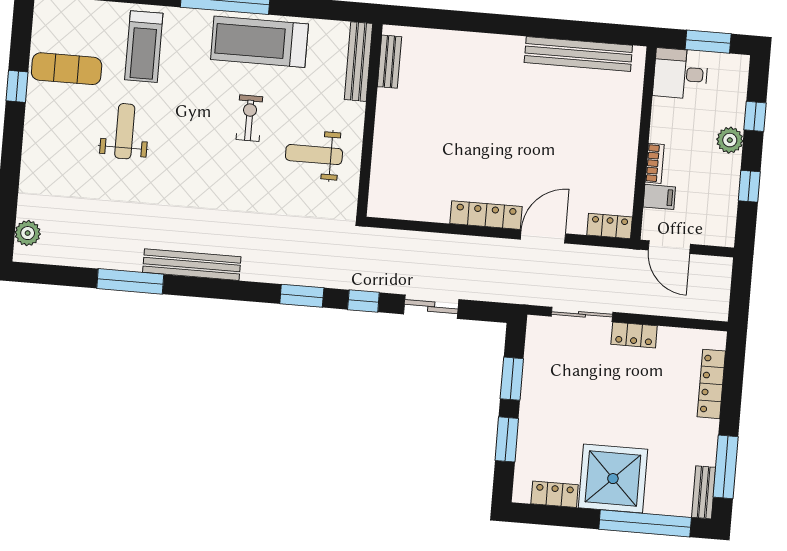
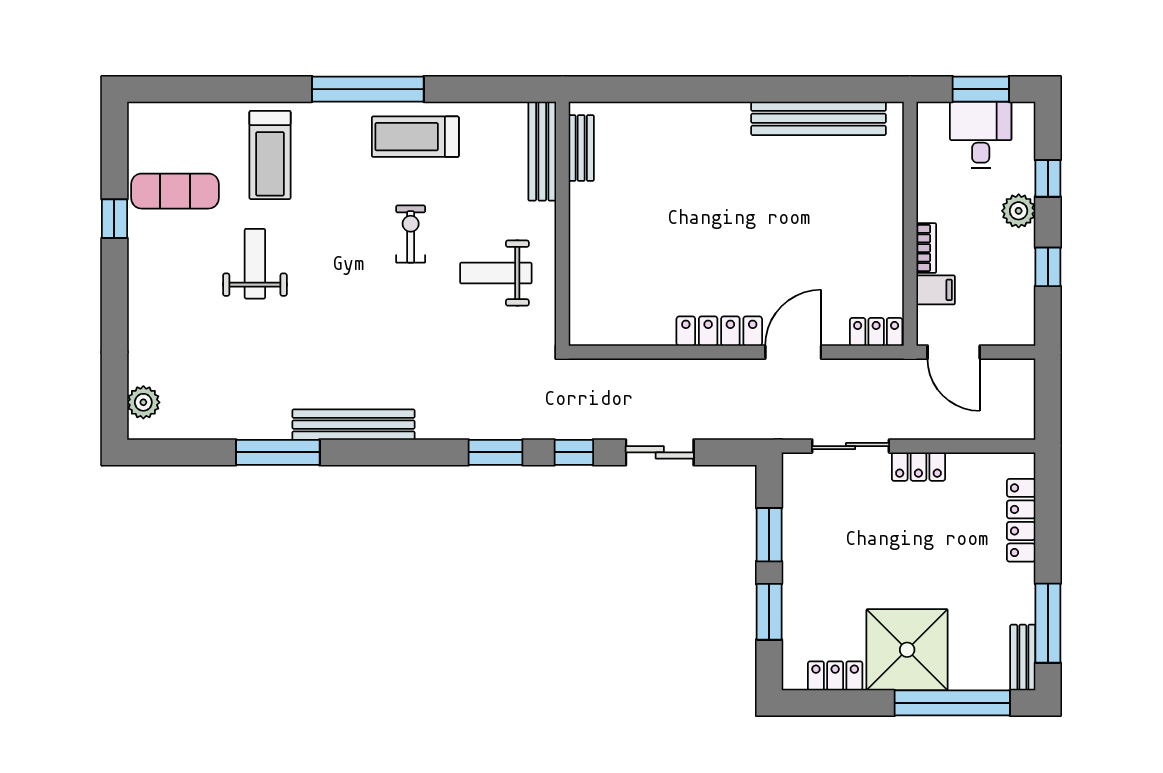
treadmill: (259, 42) -> (415, 137), width x0.73, depth x0.73
desk: (681, 74) -> (981, 135), moved, turned 90

